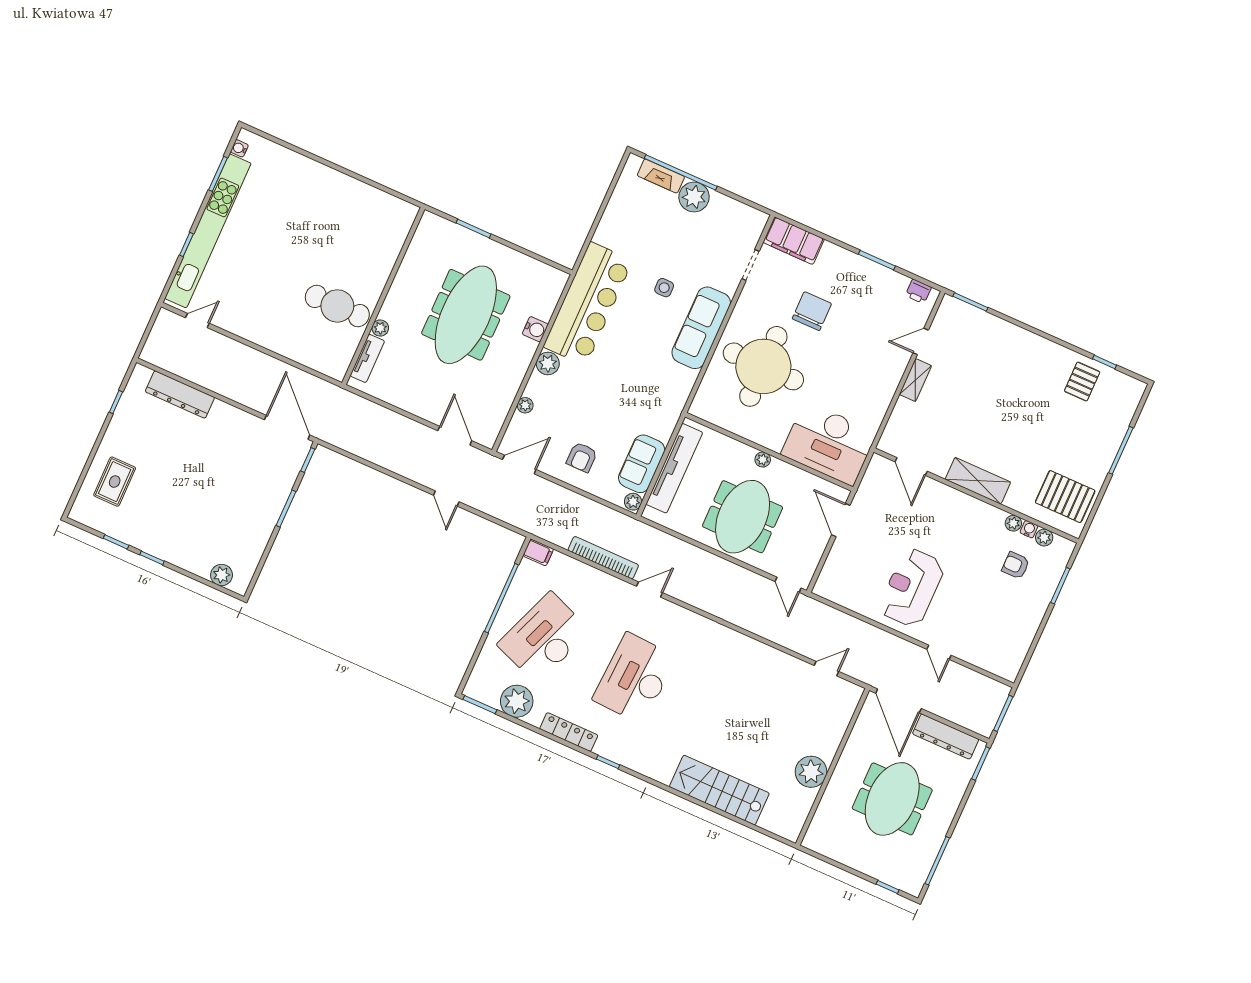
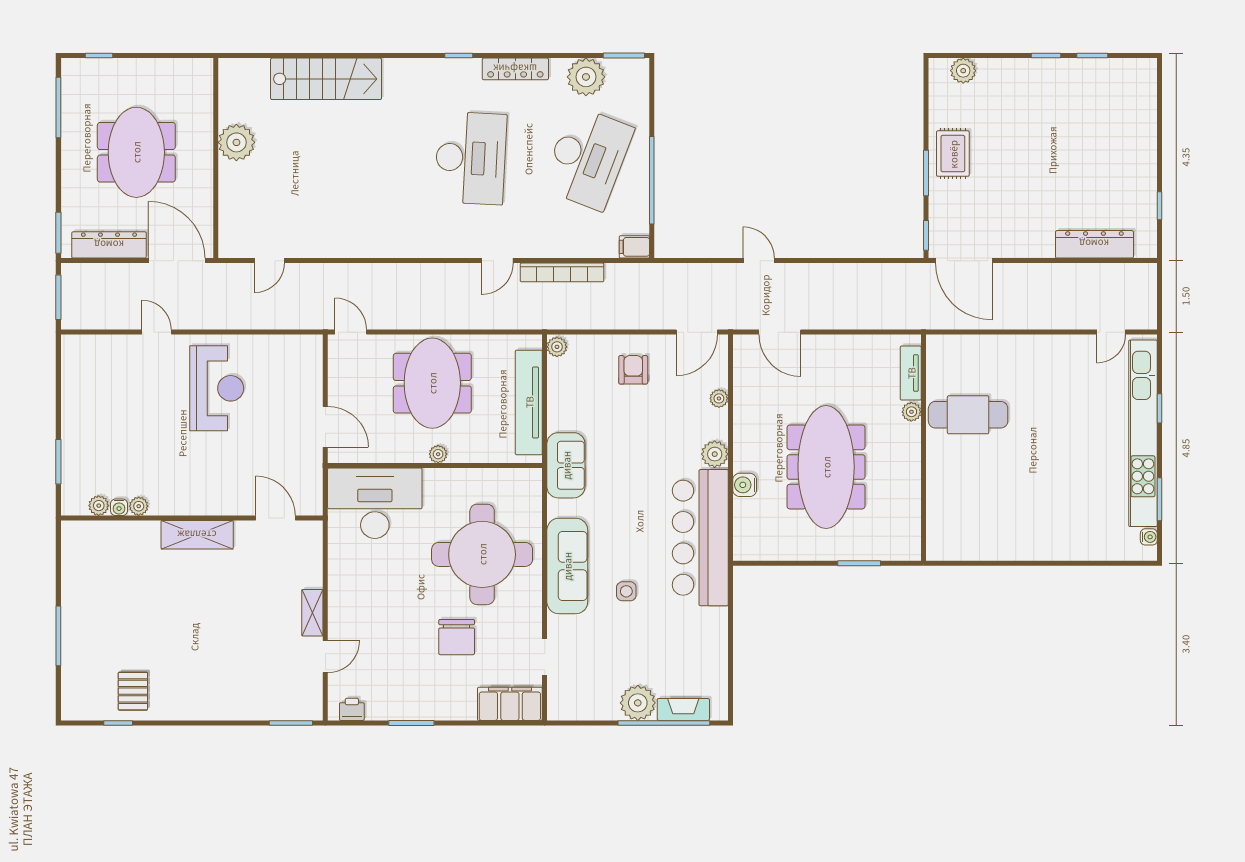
sofa: (642, 464) -> (566, 465), moved
rug: (115, 482) -> (953, 154), moved
pallet: (1065, 497) -> (96, 560), removed
armchair: (1016, 565) -> (116, 462), removed

